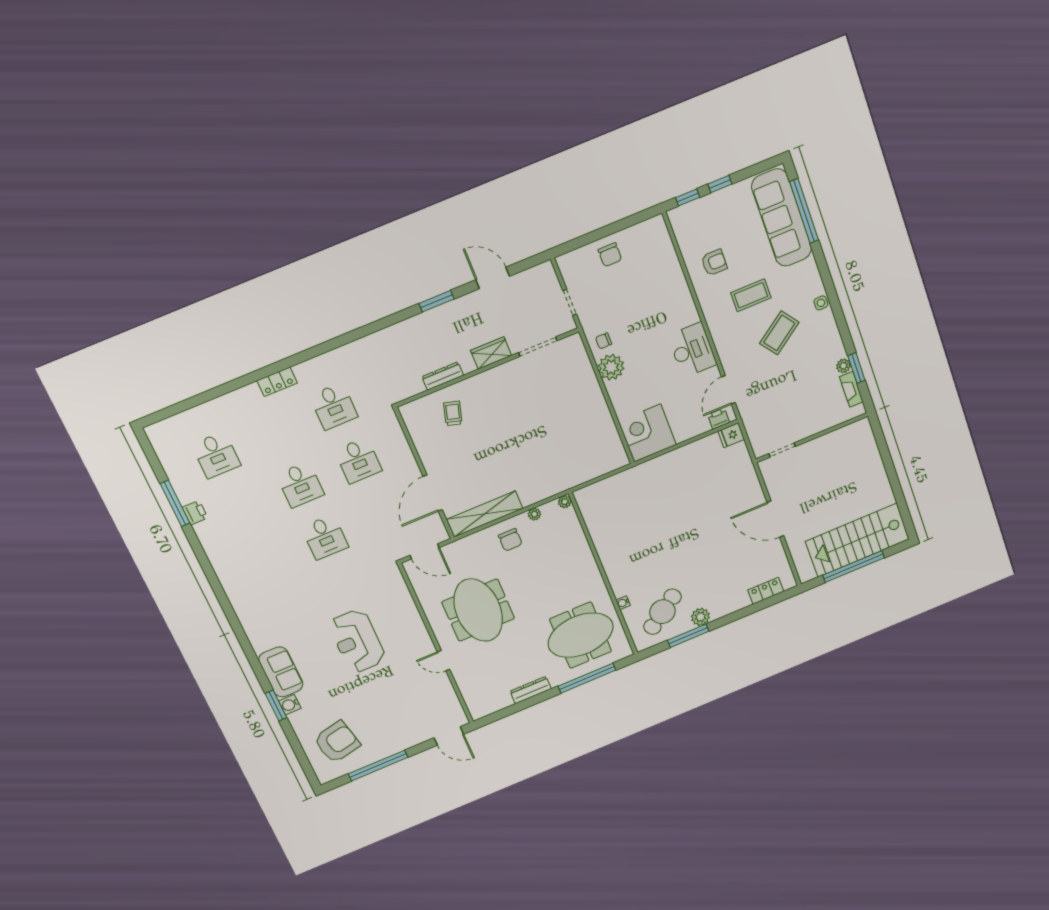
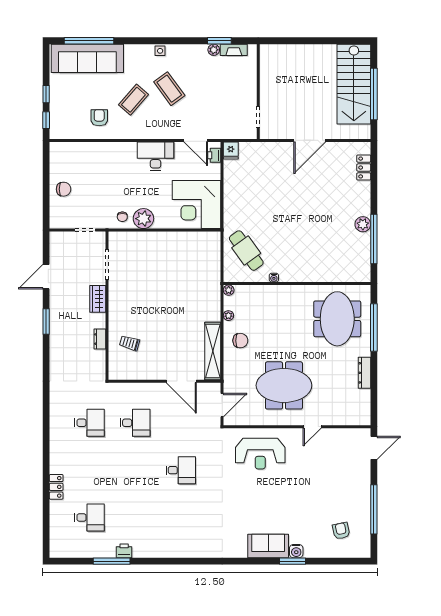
coffee table: (751, 295) -> (133, 100), turned 41
dresser: (443, 376) -> (100, 339), width x0.70
locker: (277, 382) -> (56, 487), moved
corner desk: (647, 433) -> (197, 205), width x1.36, depth x1.36
desk: (300, 485) -> (135, 470), removed
water cooler: (623, 603) -> (274, 278), moved
cafe table: (662, 612) -> (246, 251), moved
window: (688, 636) -> (374, 239), width x1.46
reception desk: (357, 641) -> (260, 454), moved
armchair: (337, 742) -> (341, 531), width x0.53, depth x0.53

